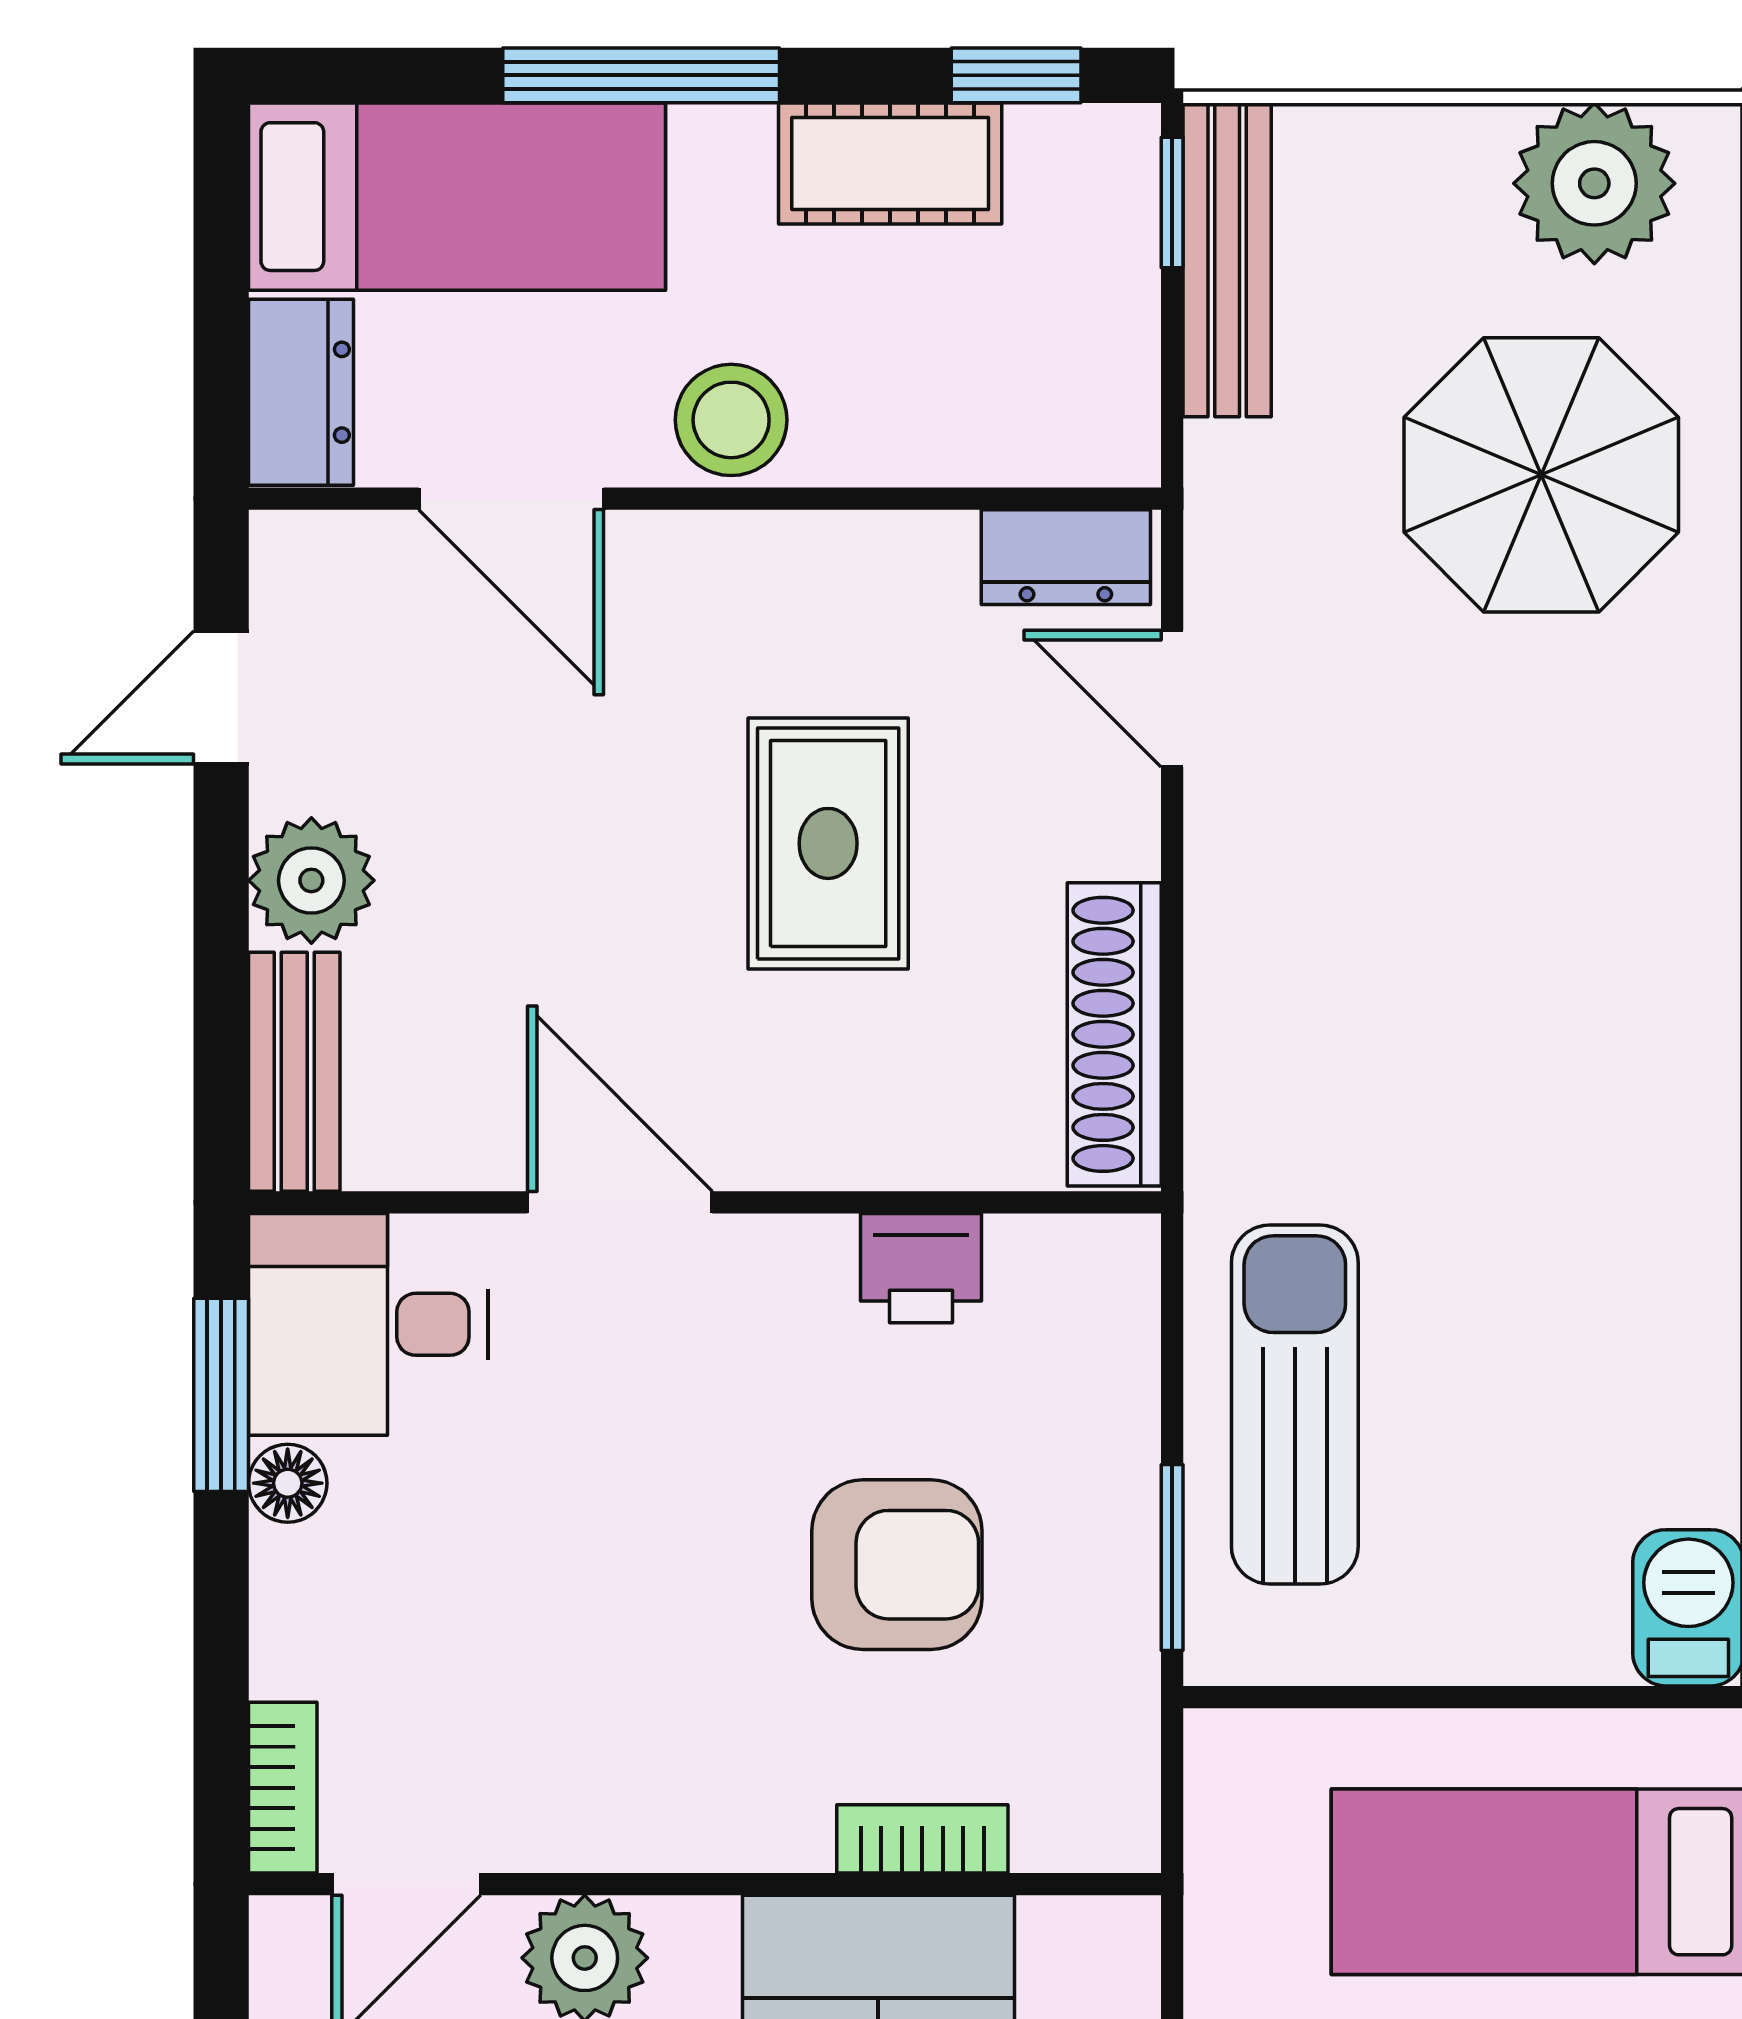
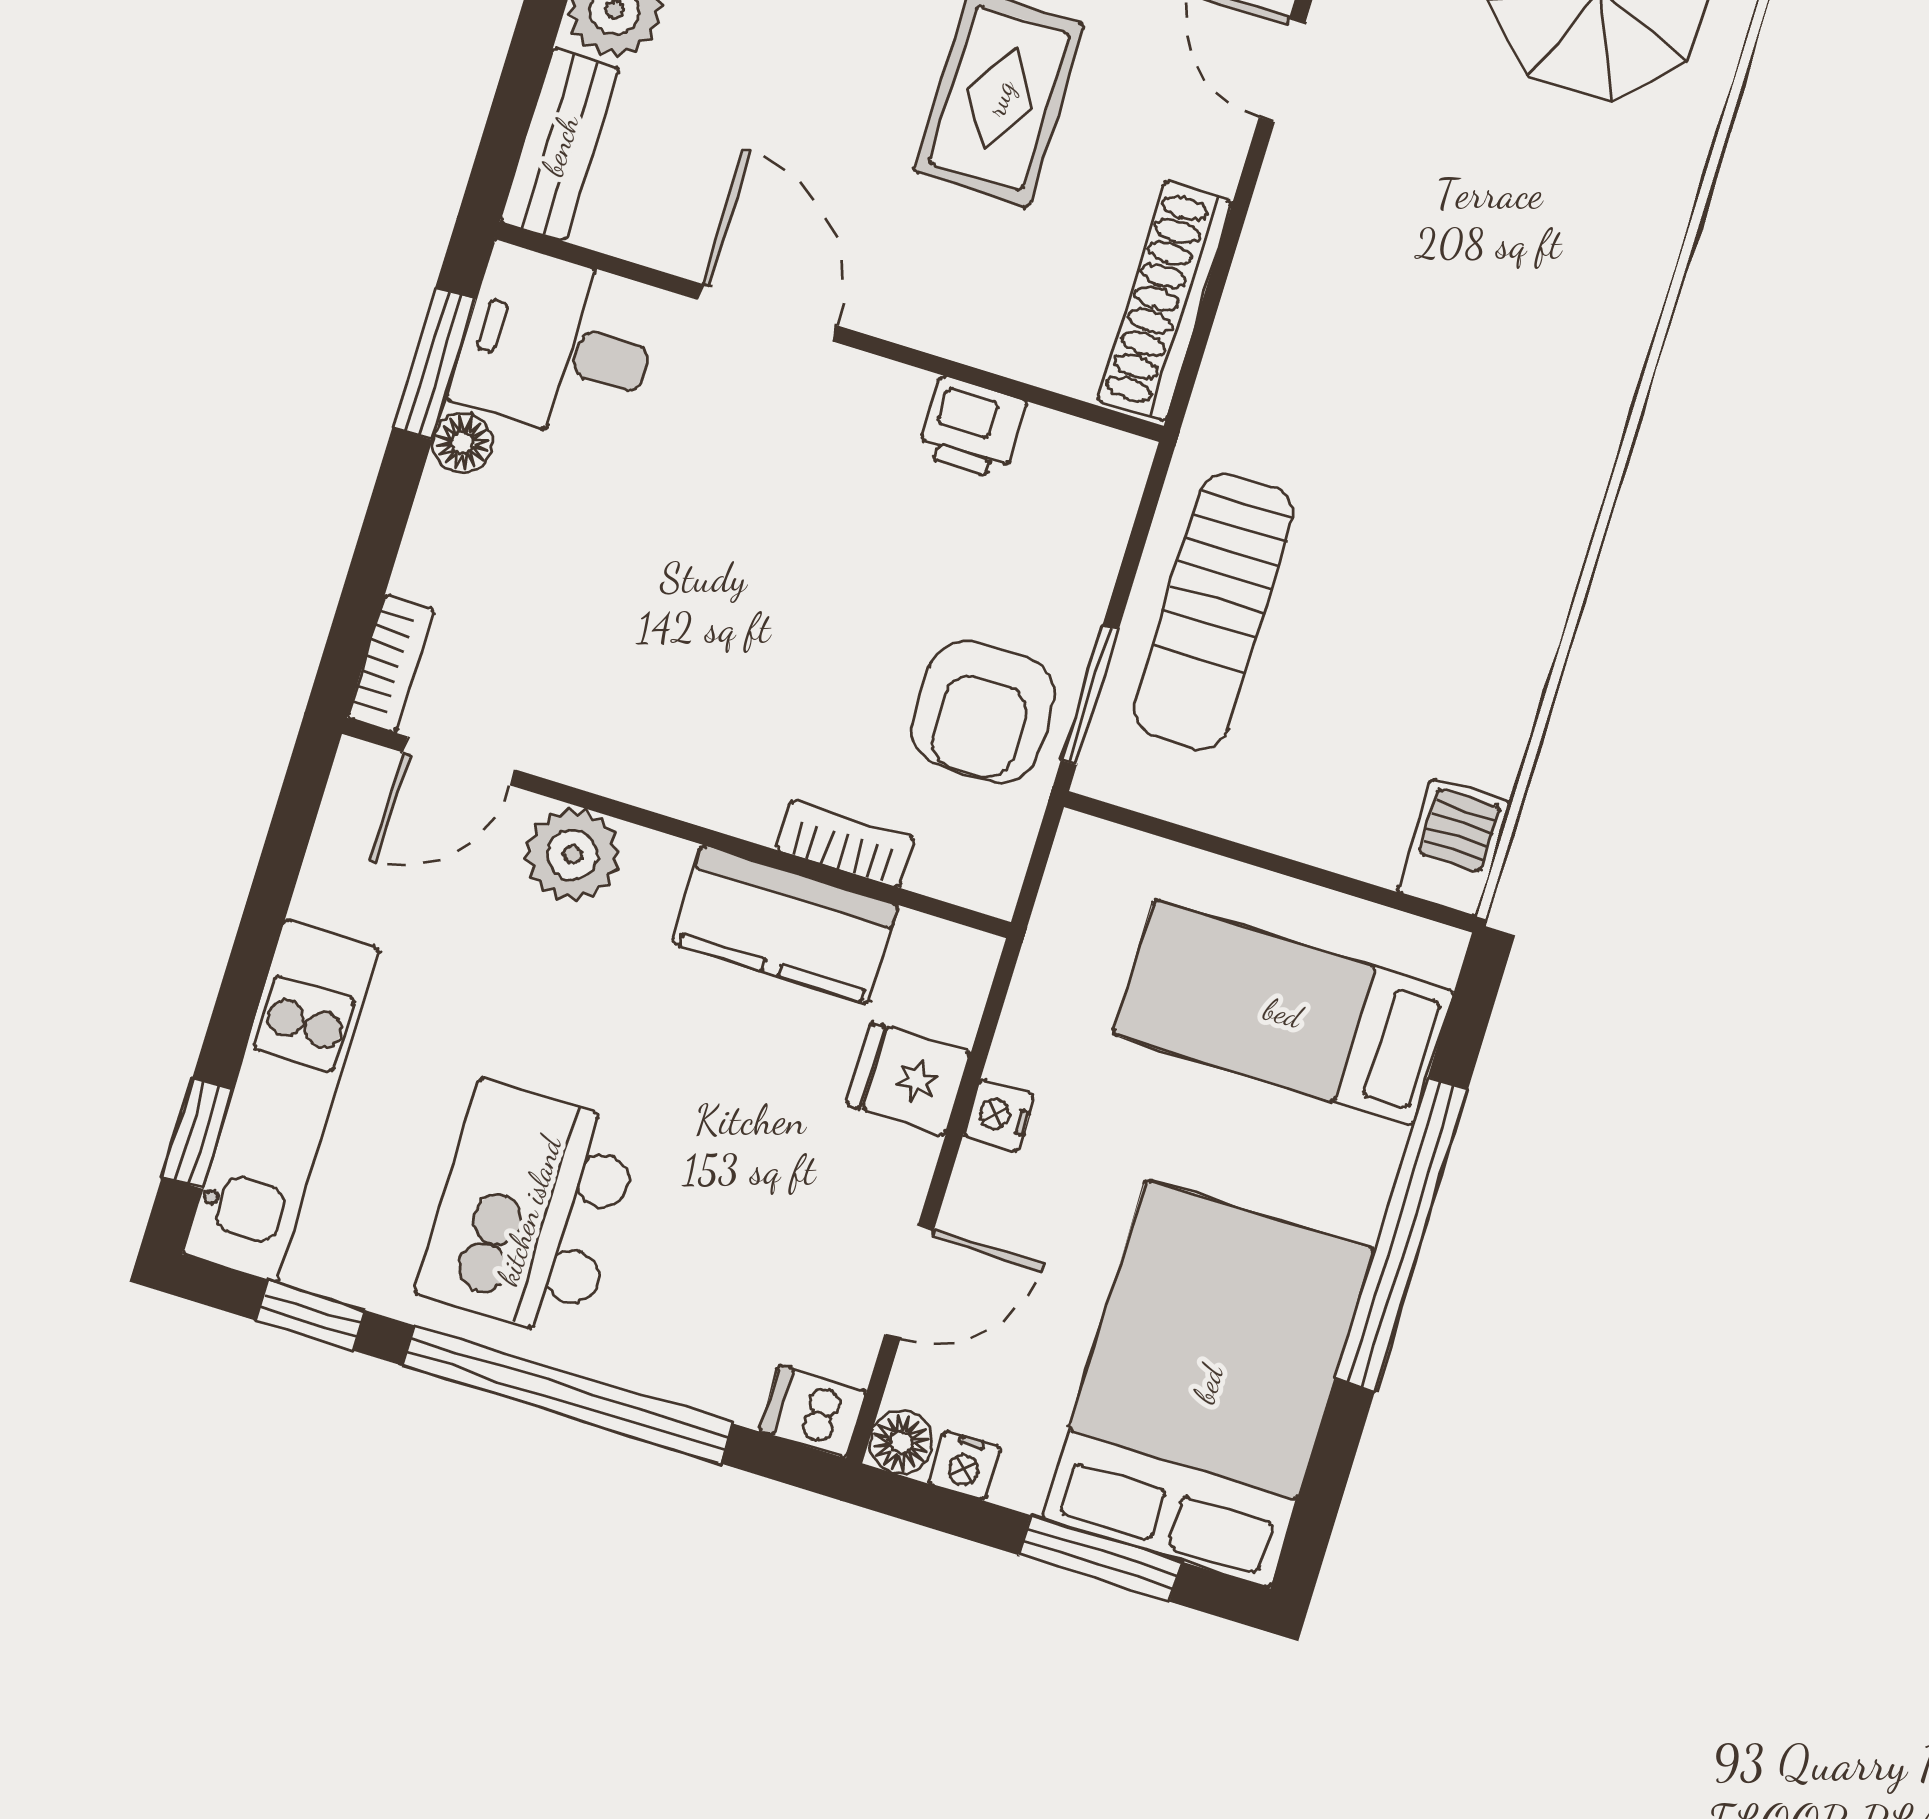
sun lounger: (1295, 1405) -> (1213, 611), turned 180
armchair: (897, 1565) -> (983, 712), moved, turned 90

